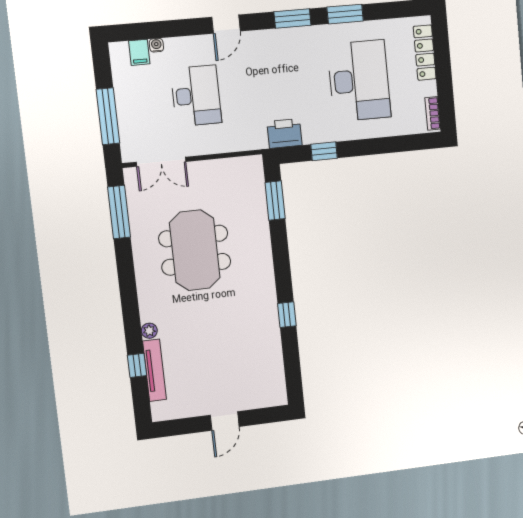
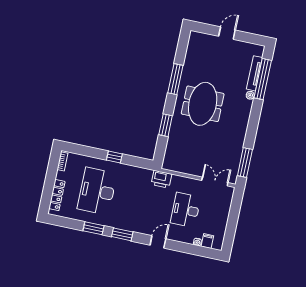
window: (108, 116) -> (234, 213), removed
printer: (285, 133) -> (161, 179), moved
window: (324, 151) -> (114, 157), moved
window: (275, 201) -> (166, 125), moved
meeting table: (195, 250) -> (203, 104), moved
window: (287, 315) -> (175, 79), width x2.17
window: (137, 365) -> (263, 79), width x3.17

